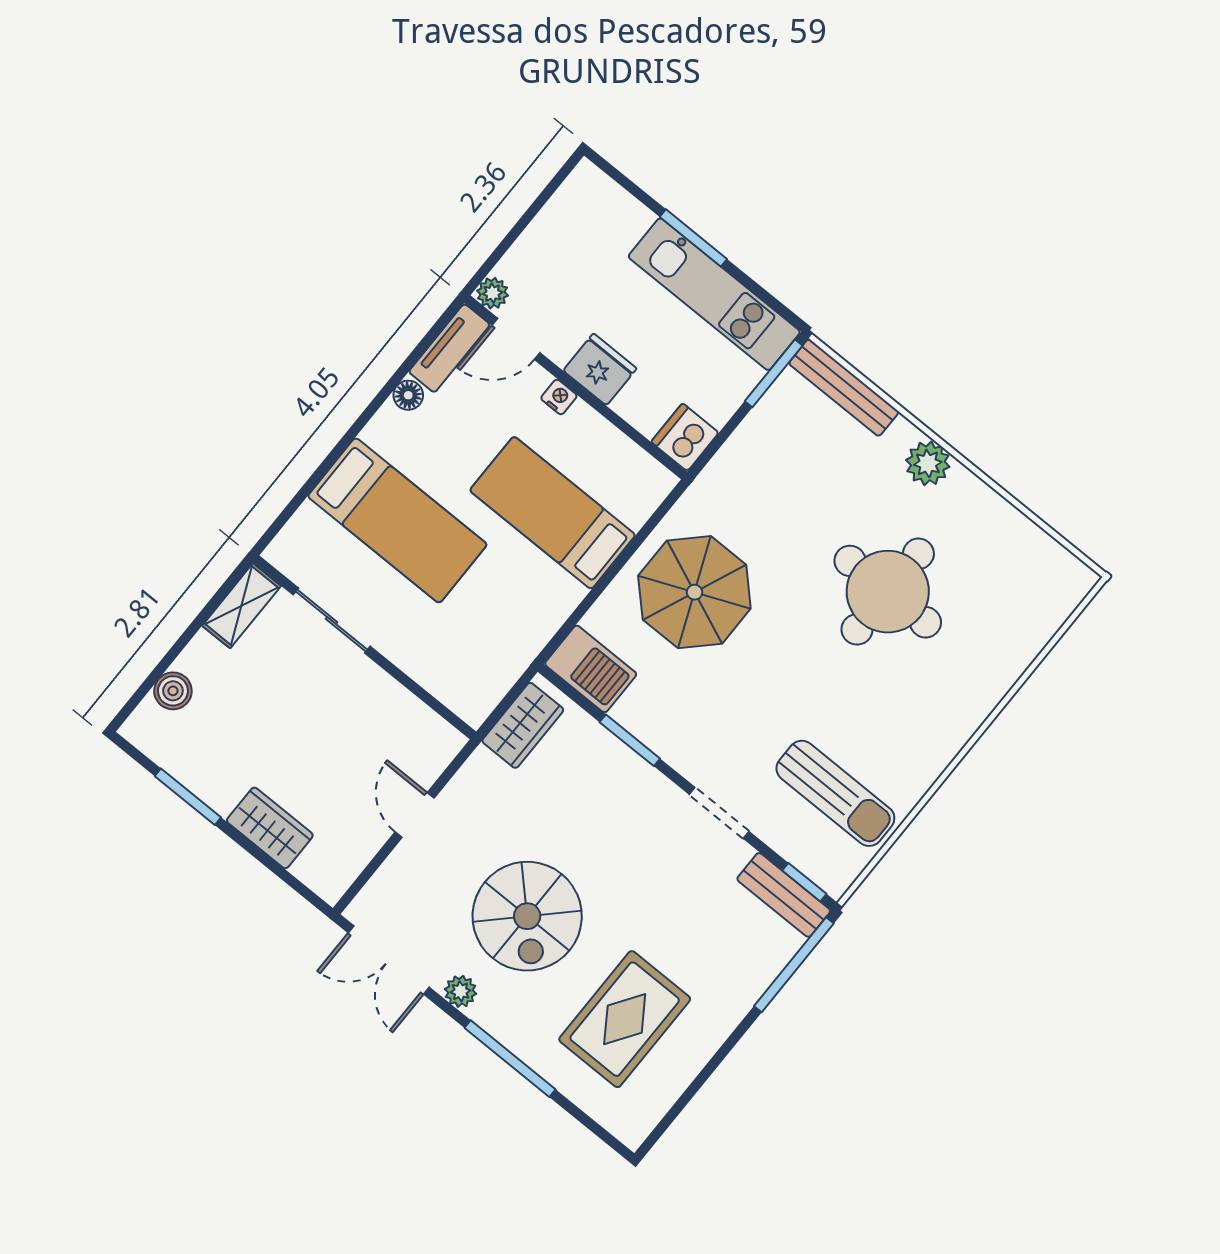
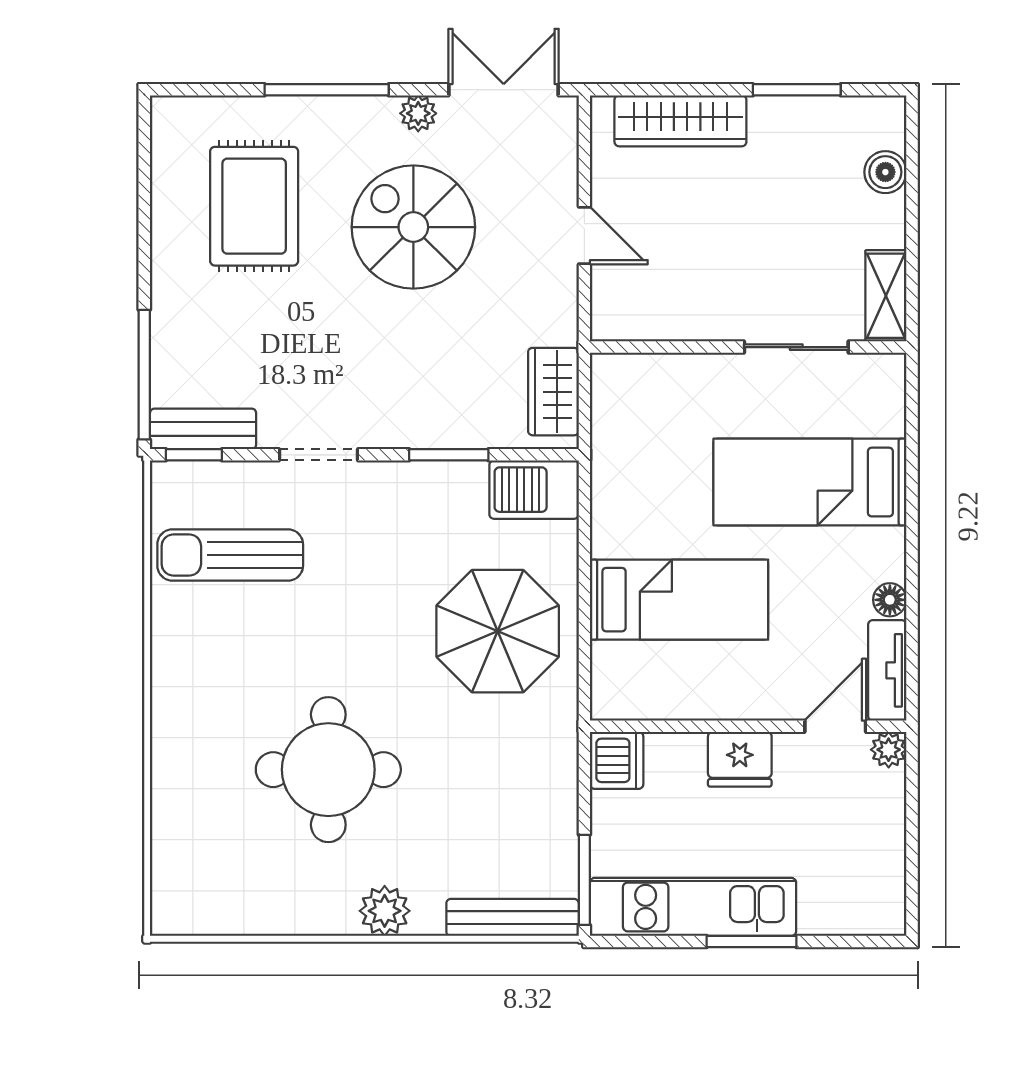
nightstand: (559, 397) -> (756, 706), removed
wardrobe: (270, 828) -> (680, 121), width x1.50

